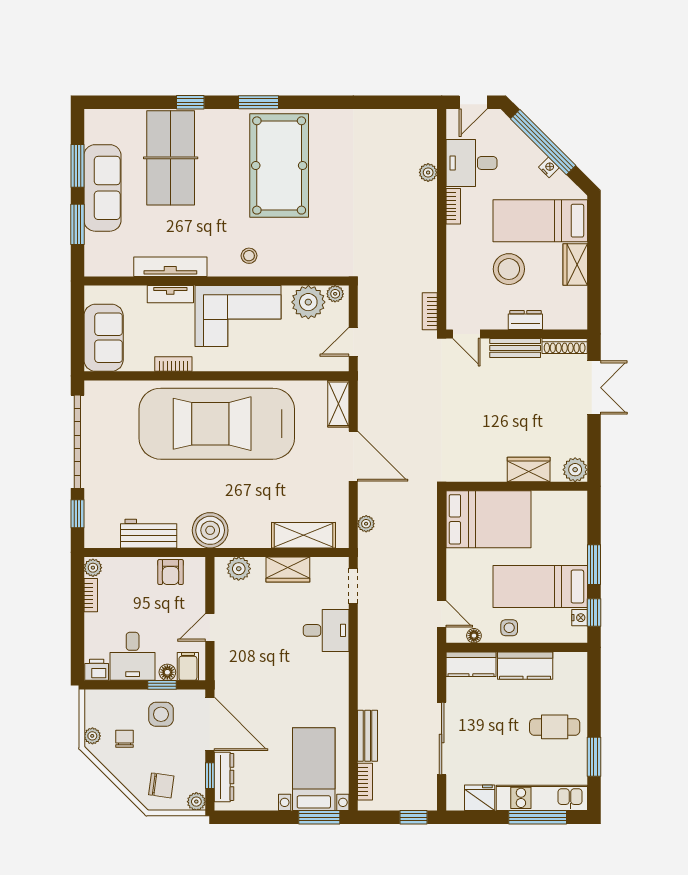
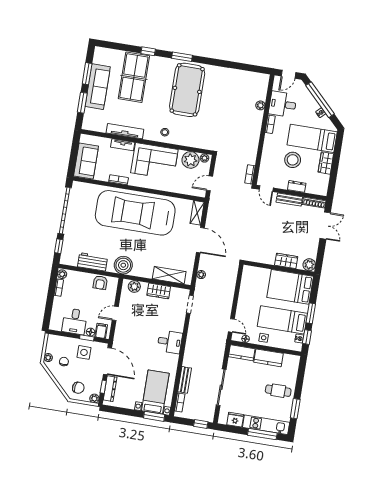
bed: (488, 519) -> (290, 287), moved, turned 180
desk: (326, 630) -> (170, 342), moved
printer: (97, 670) -> (56, 325), removed

